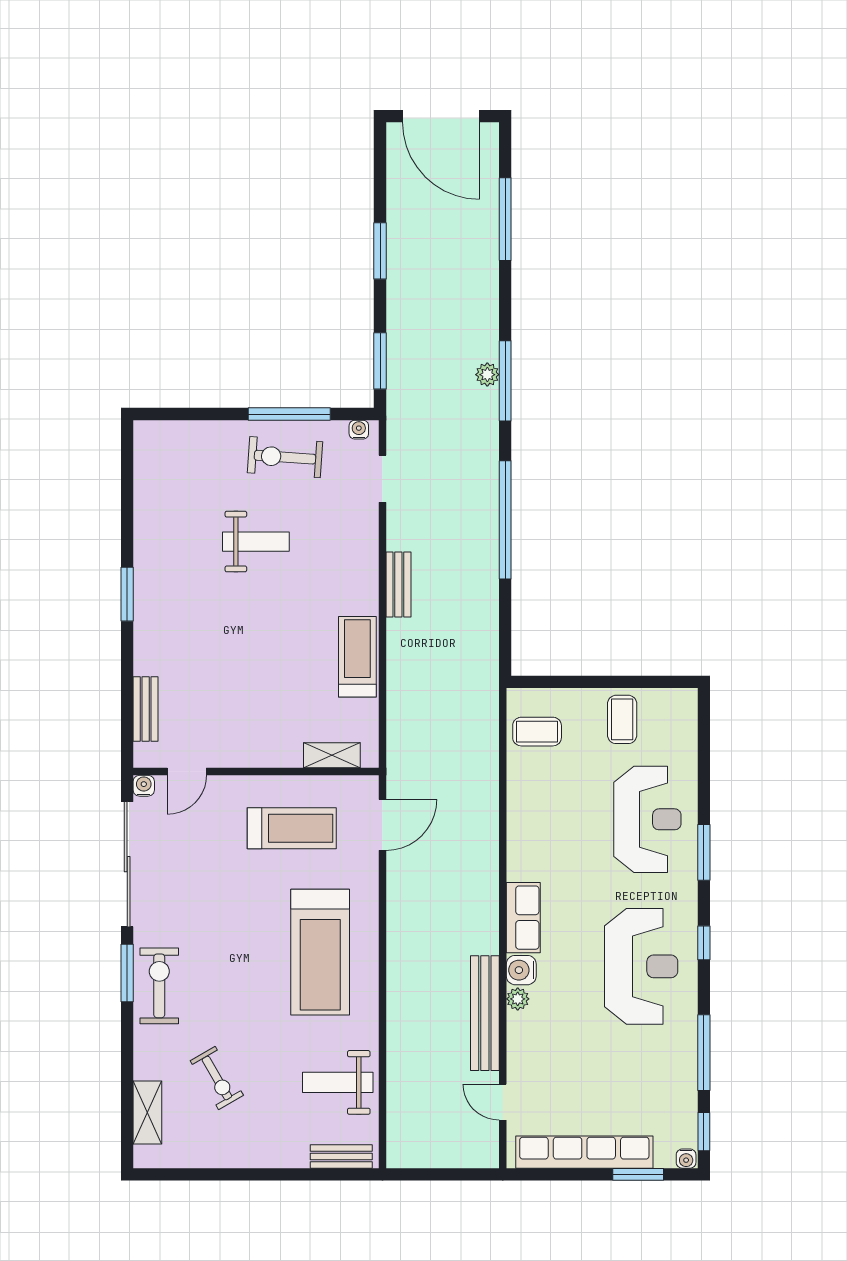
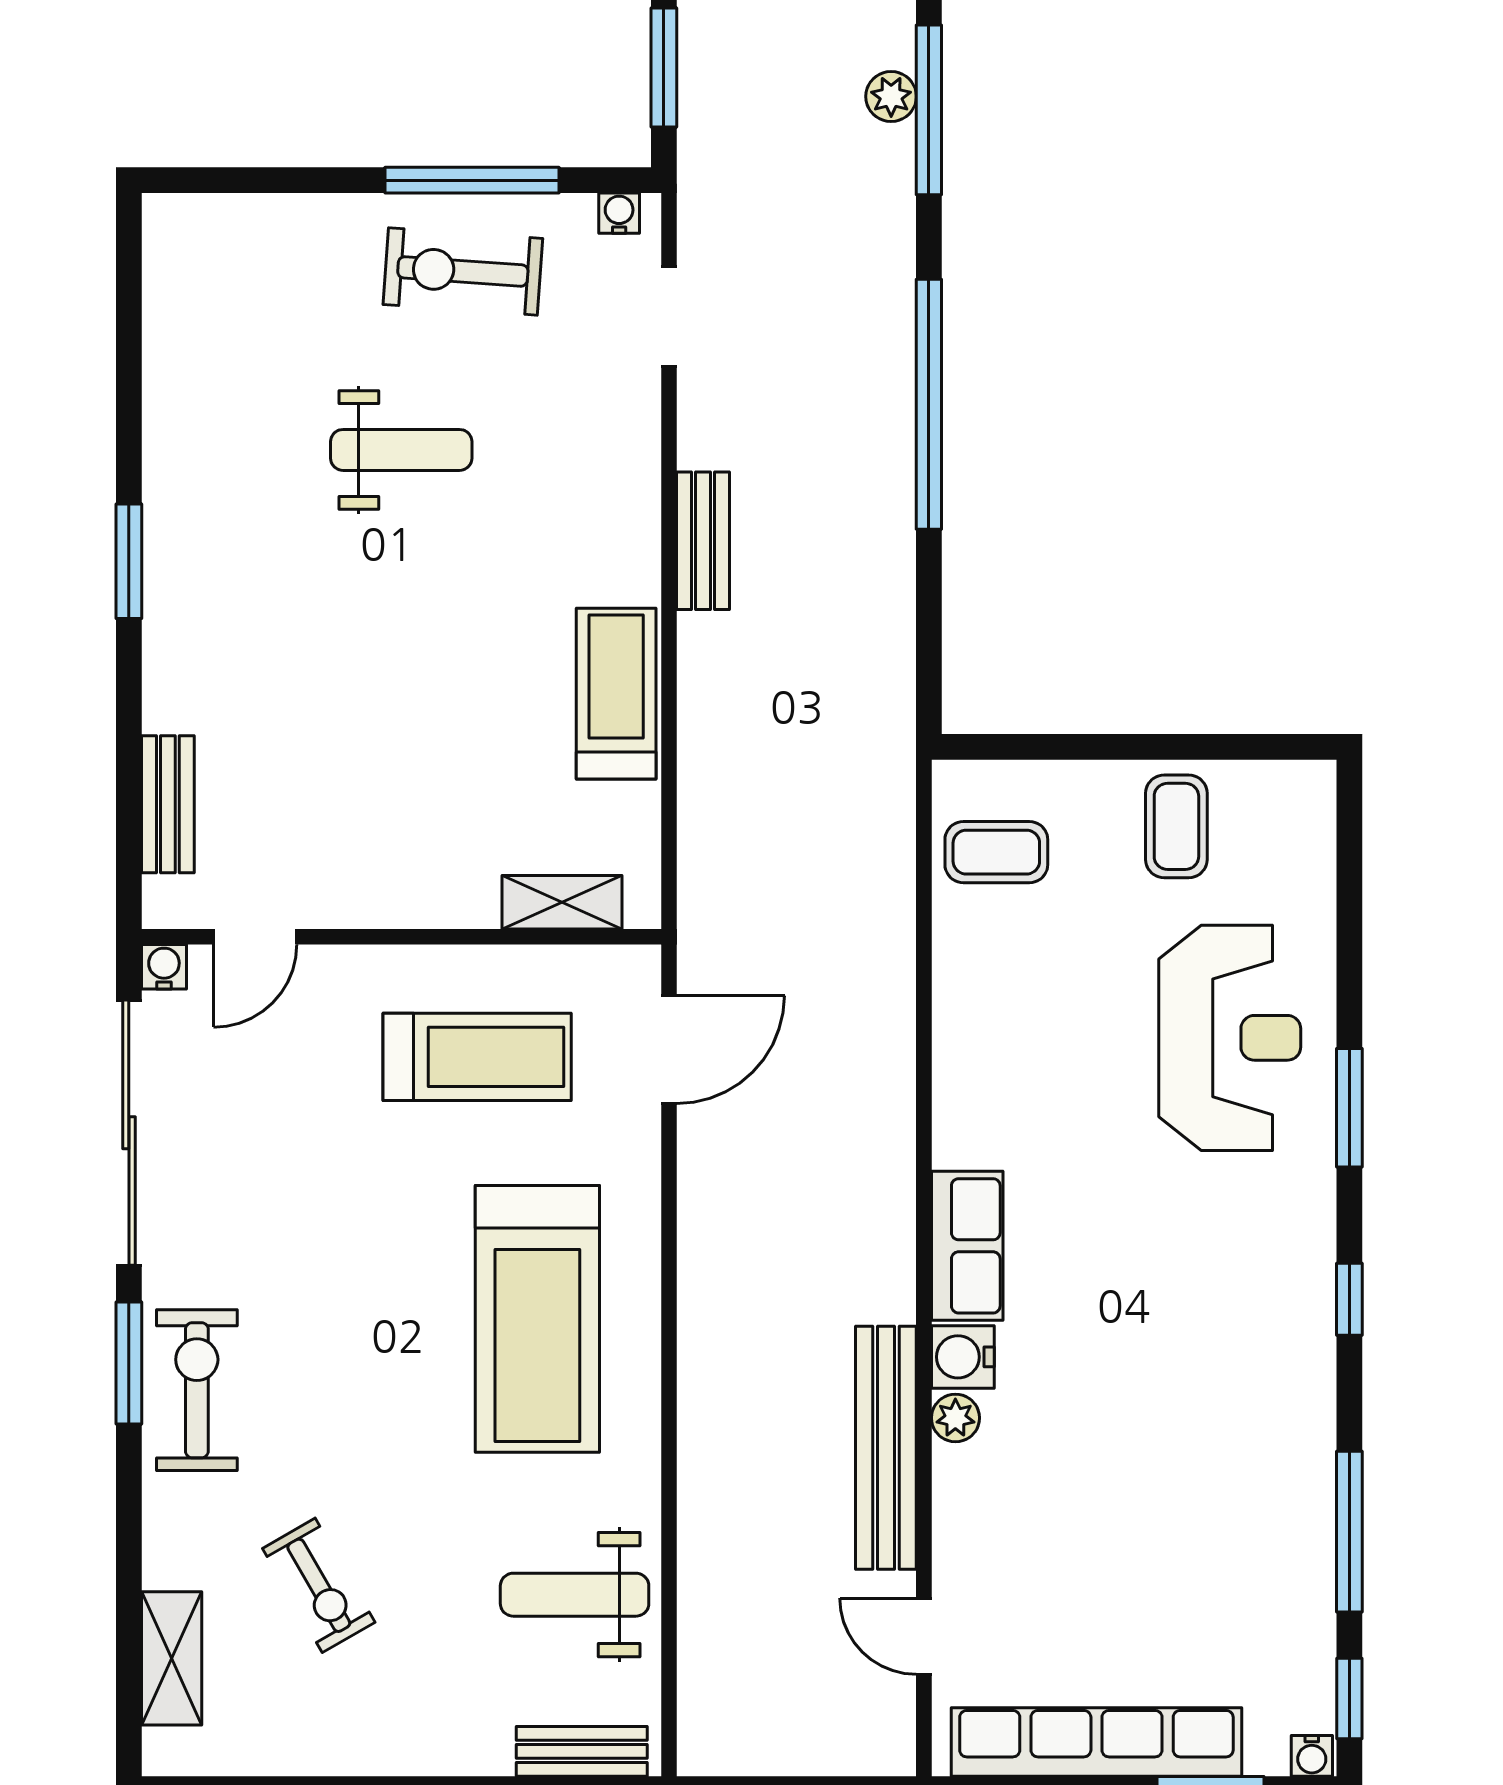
reception desk: (641, 966) -> (1217, 1349), removed

